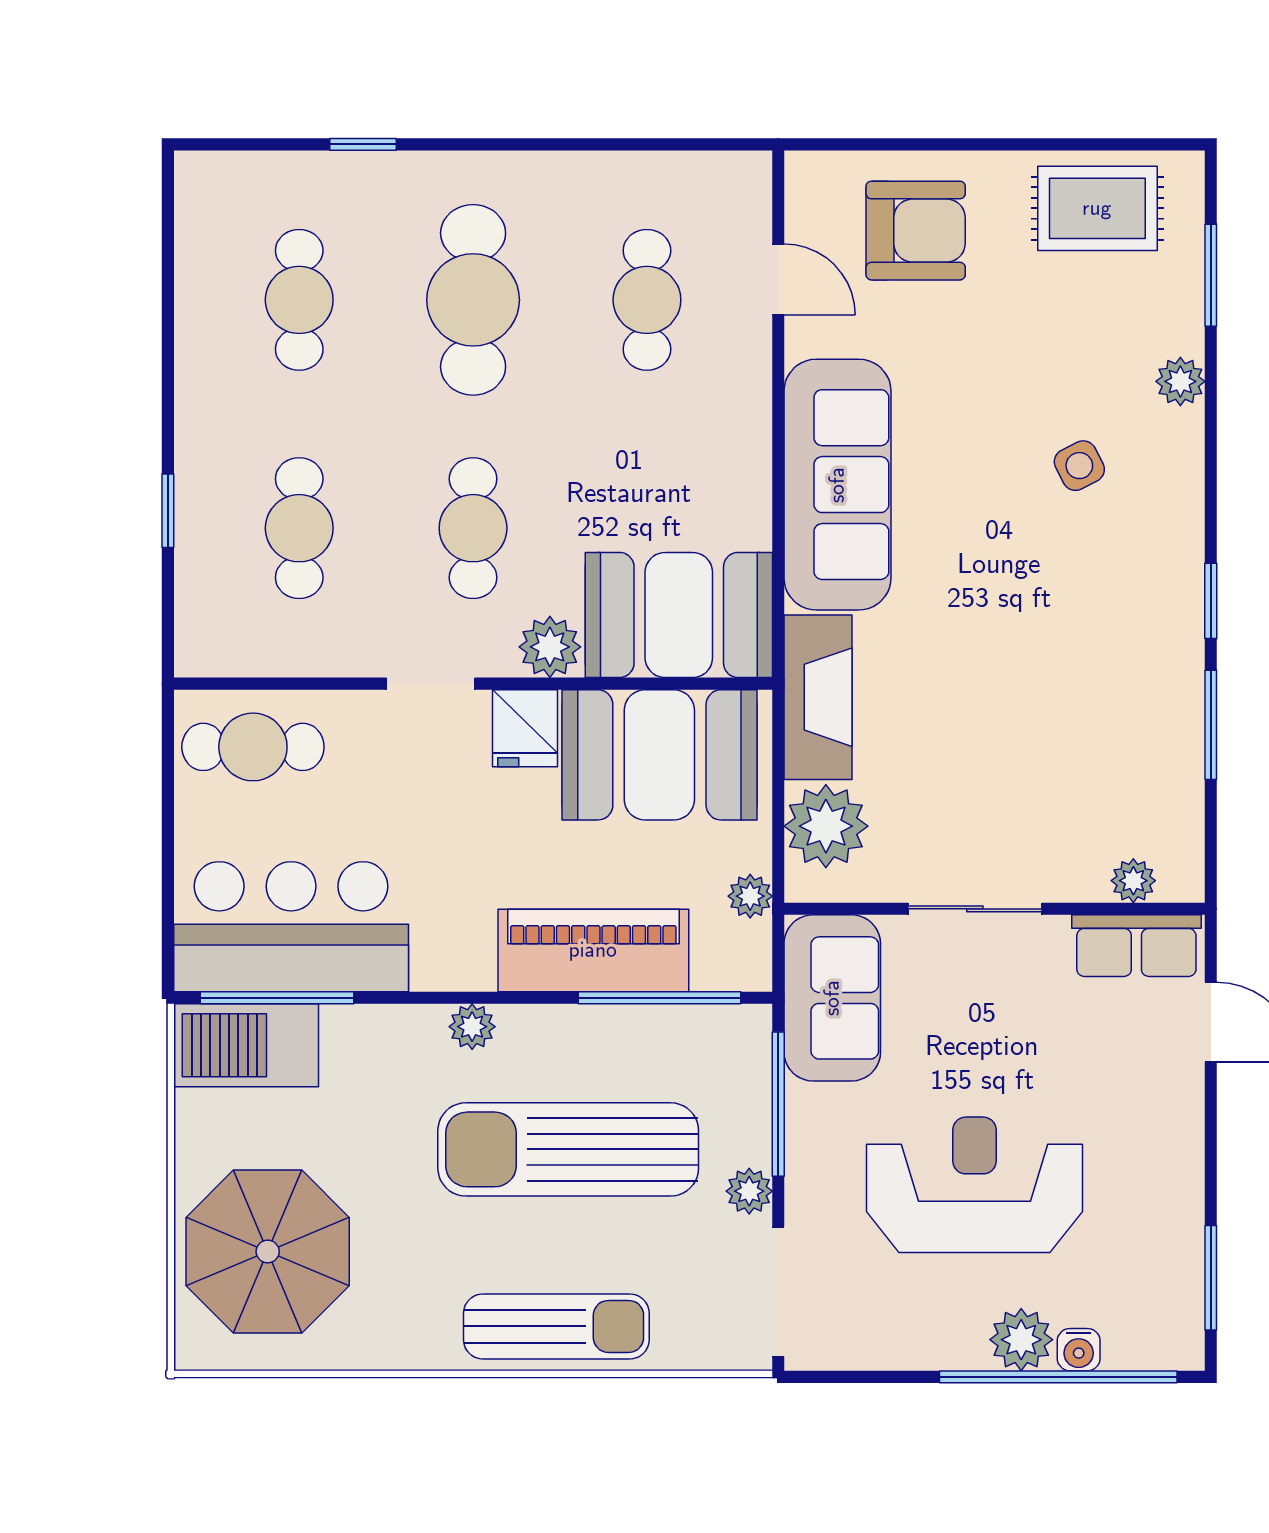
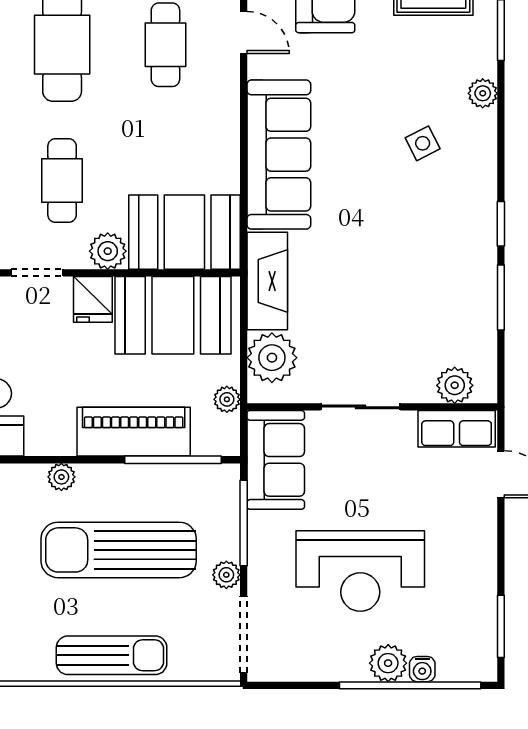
plant: (1133, 881) -> (455, 385), width x1.38, depth x1.38
reception desk: (974, 1185) -> (360, 571), turned 180

